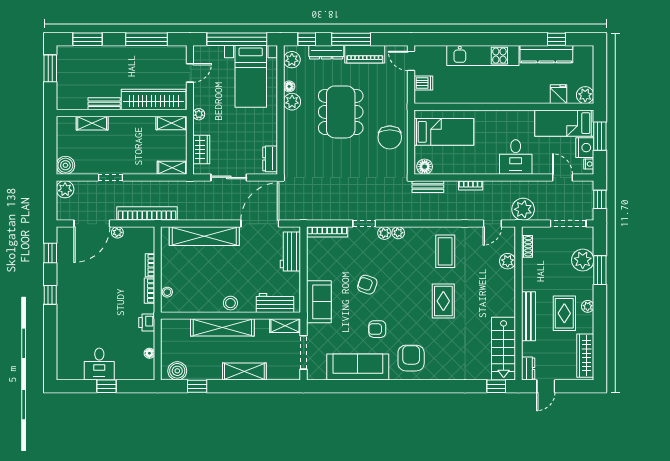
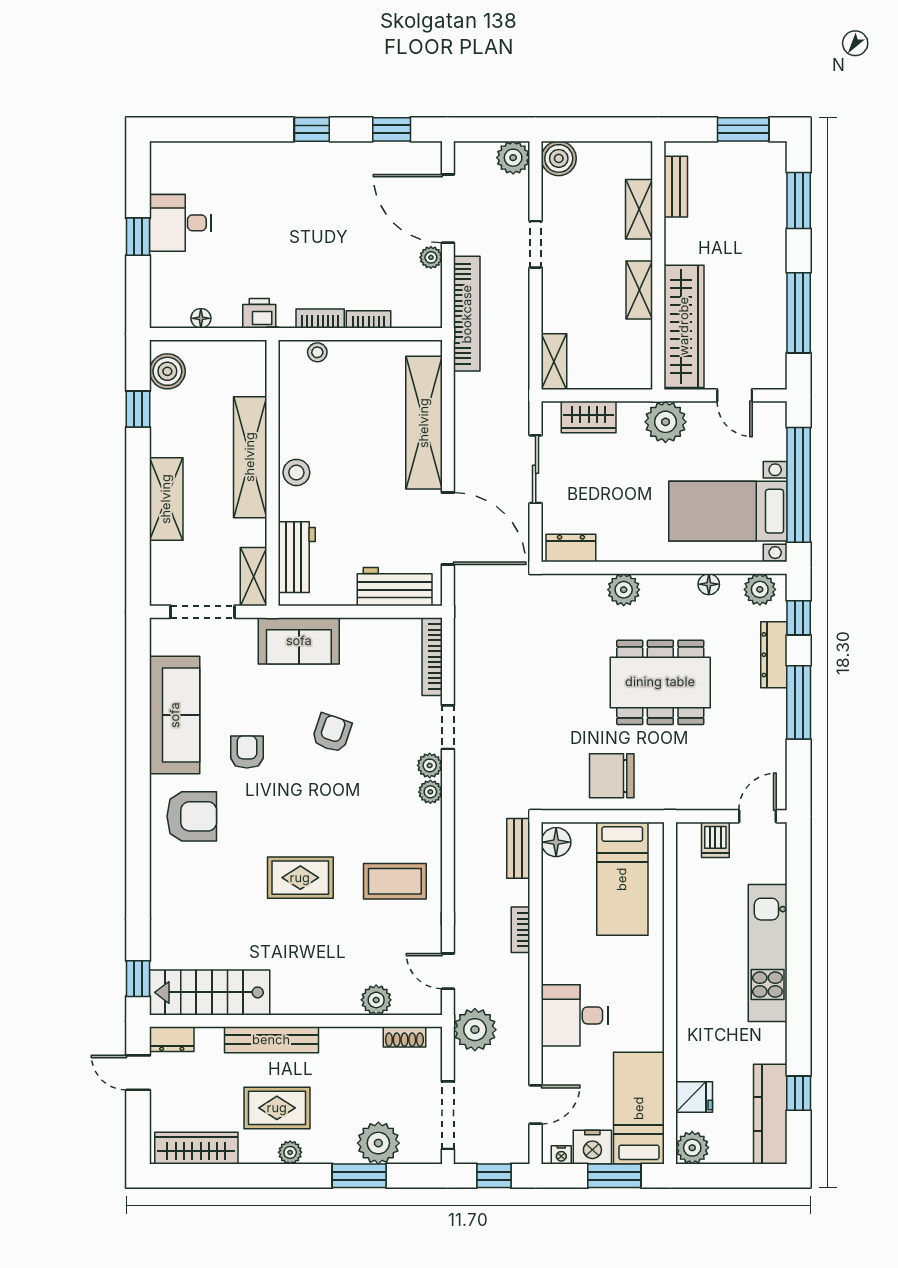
piano: (365, 54) -> (770, 728), removed
kitchen counter: (546, 54) -> (770, 1114), moved
plant: (292, 102) -> (624, 590), moved
bench: (104, 104) -> (676, 187), moved
plant: (199, 114) -> (665, 422), width x1.88, depth x1.88
shelving: (172, 123) -> (639, 290), moved

